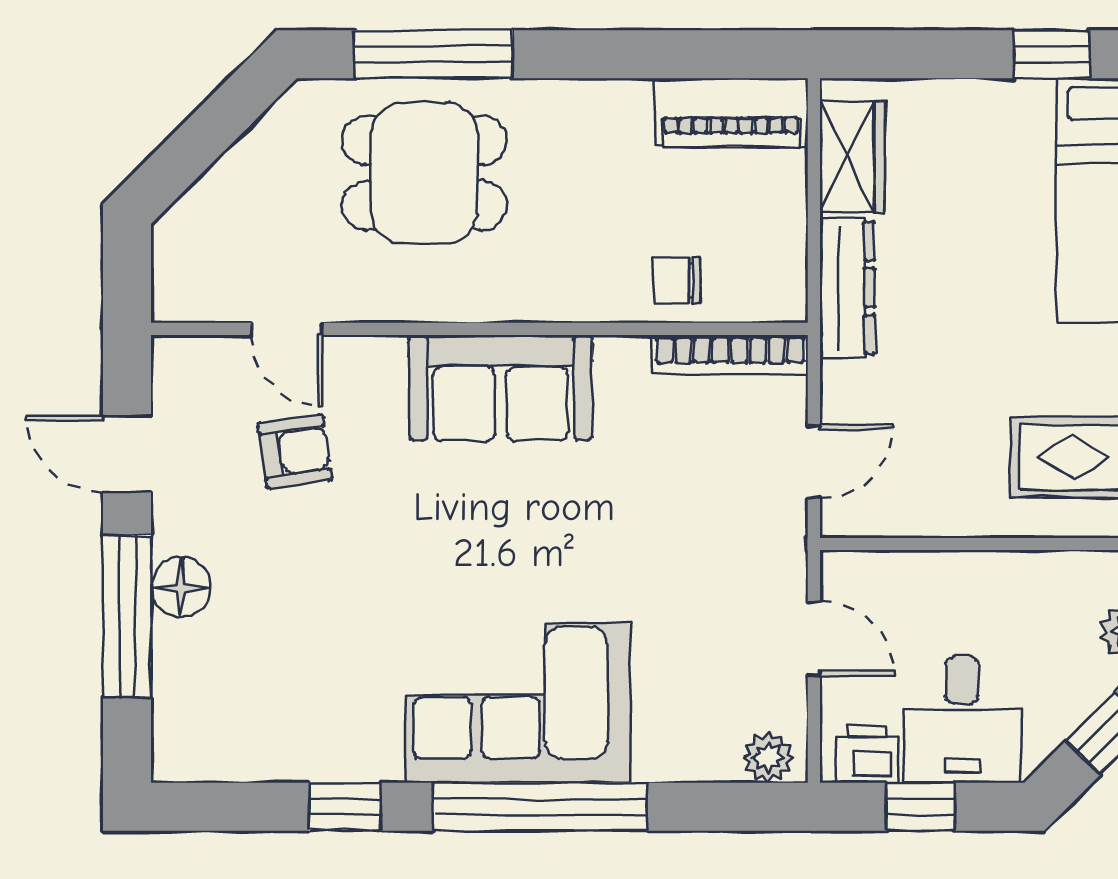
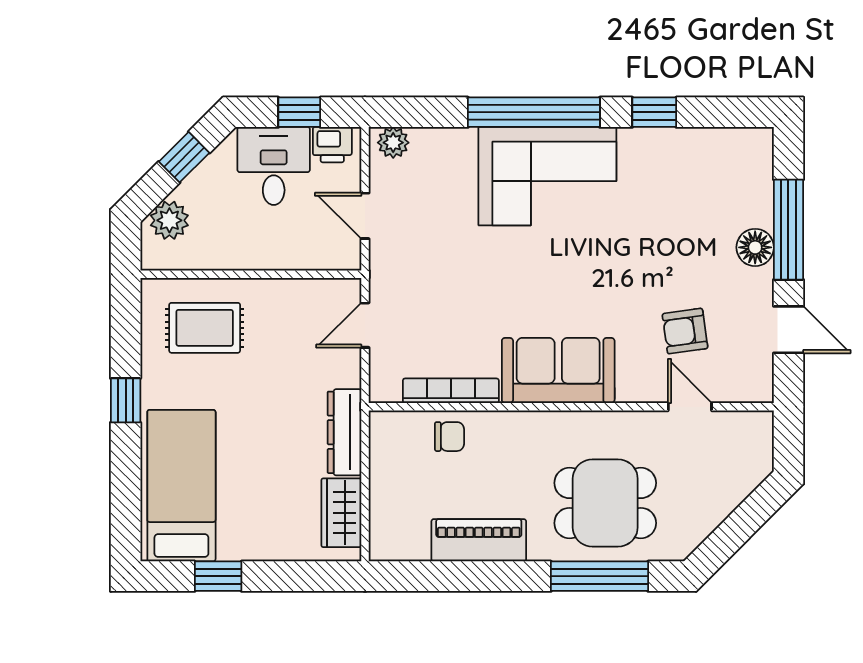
piano: (731, 112) -> (479, 540), moved
bookcase: (730, 355) -> (451, 391), moved

